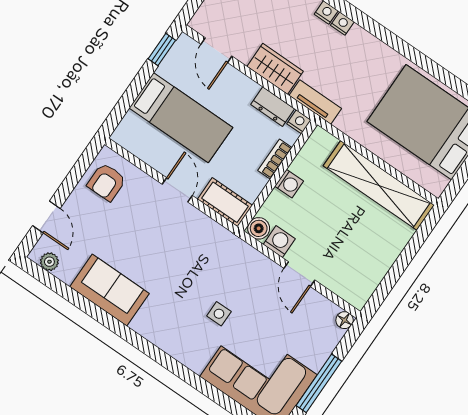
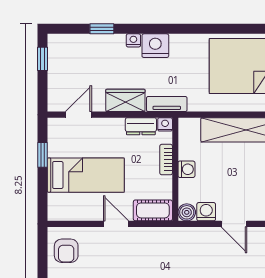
nightstand: (342, 24) -> (155, 46), width x1.89, depth x1.79
window: (162, 50) -> (43, 155), moved
door: (216, 50) -> (78, 115), swing flipped

